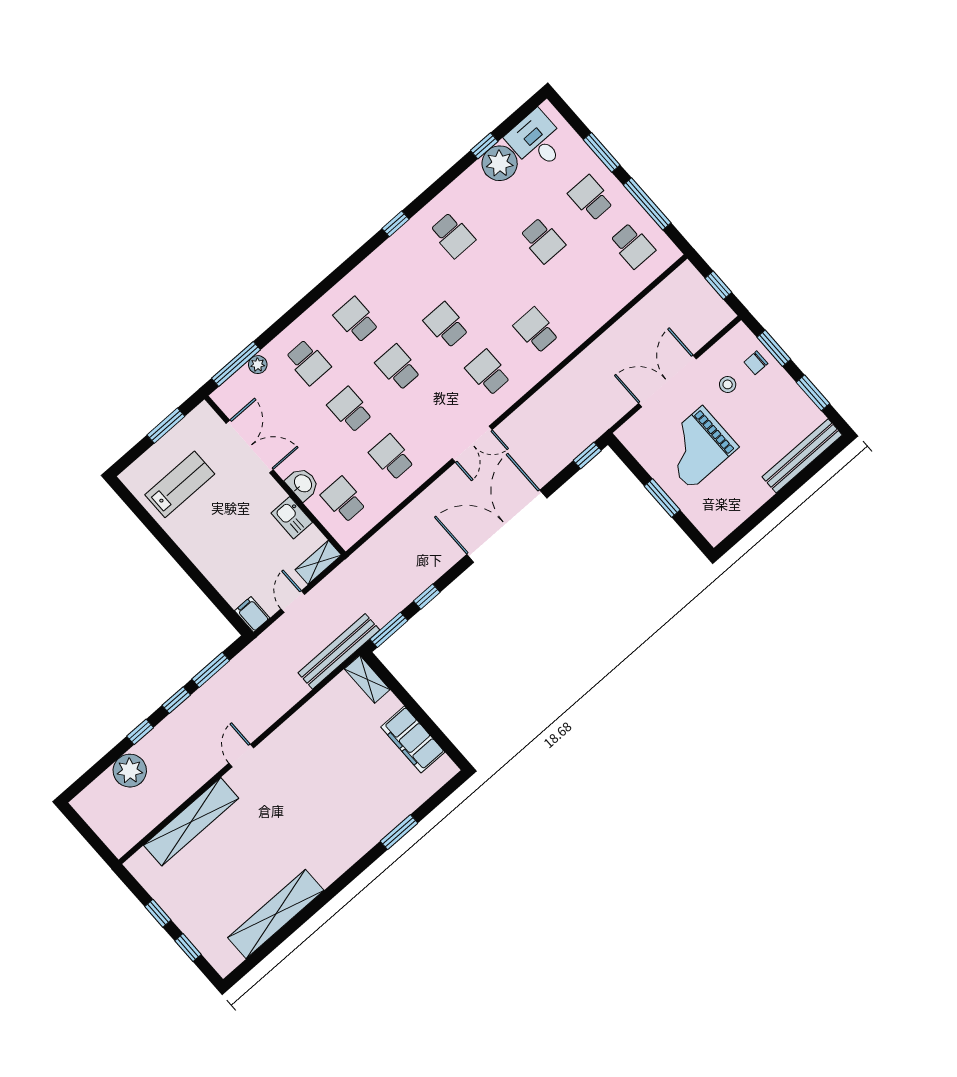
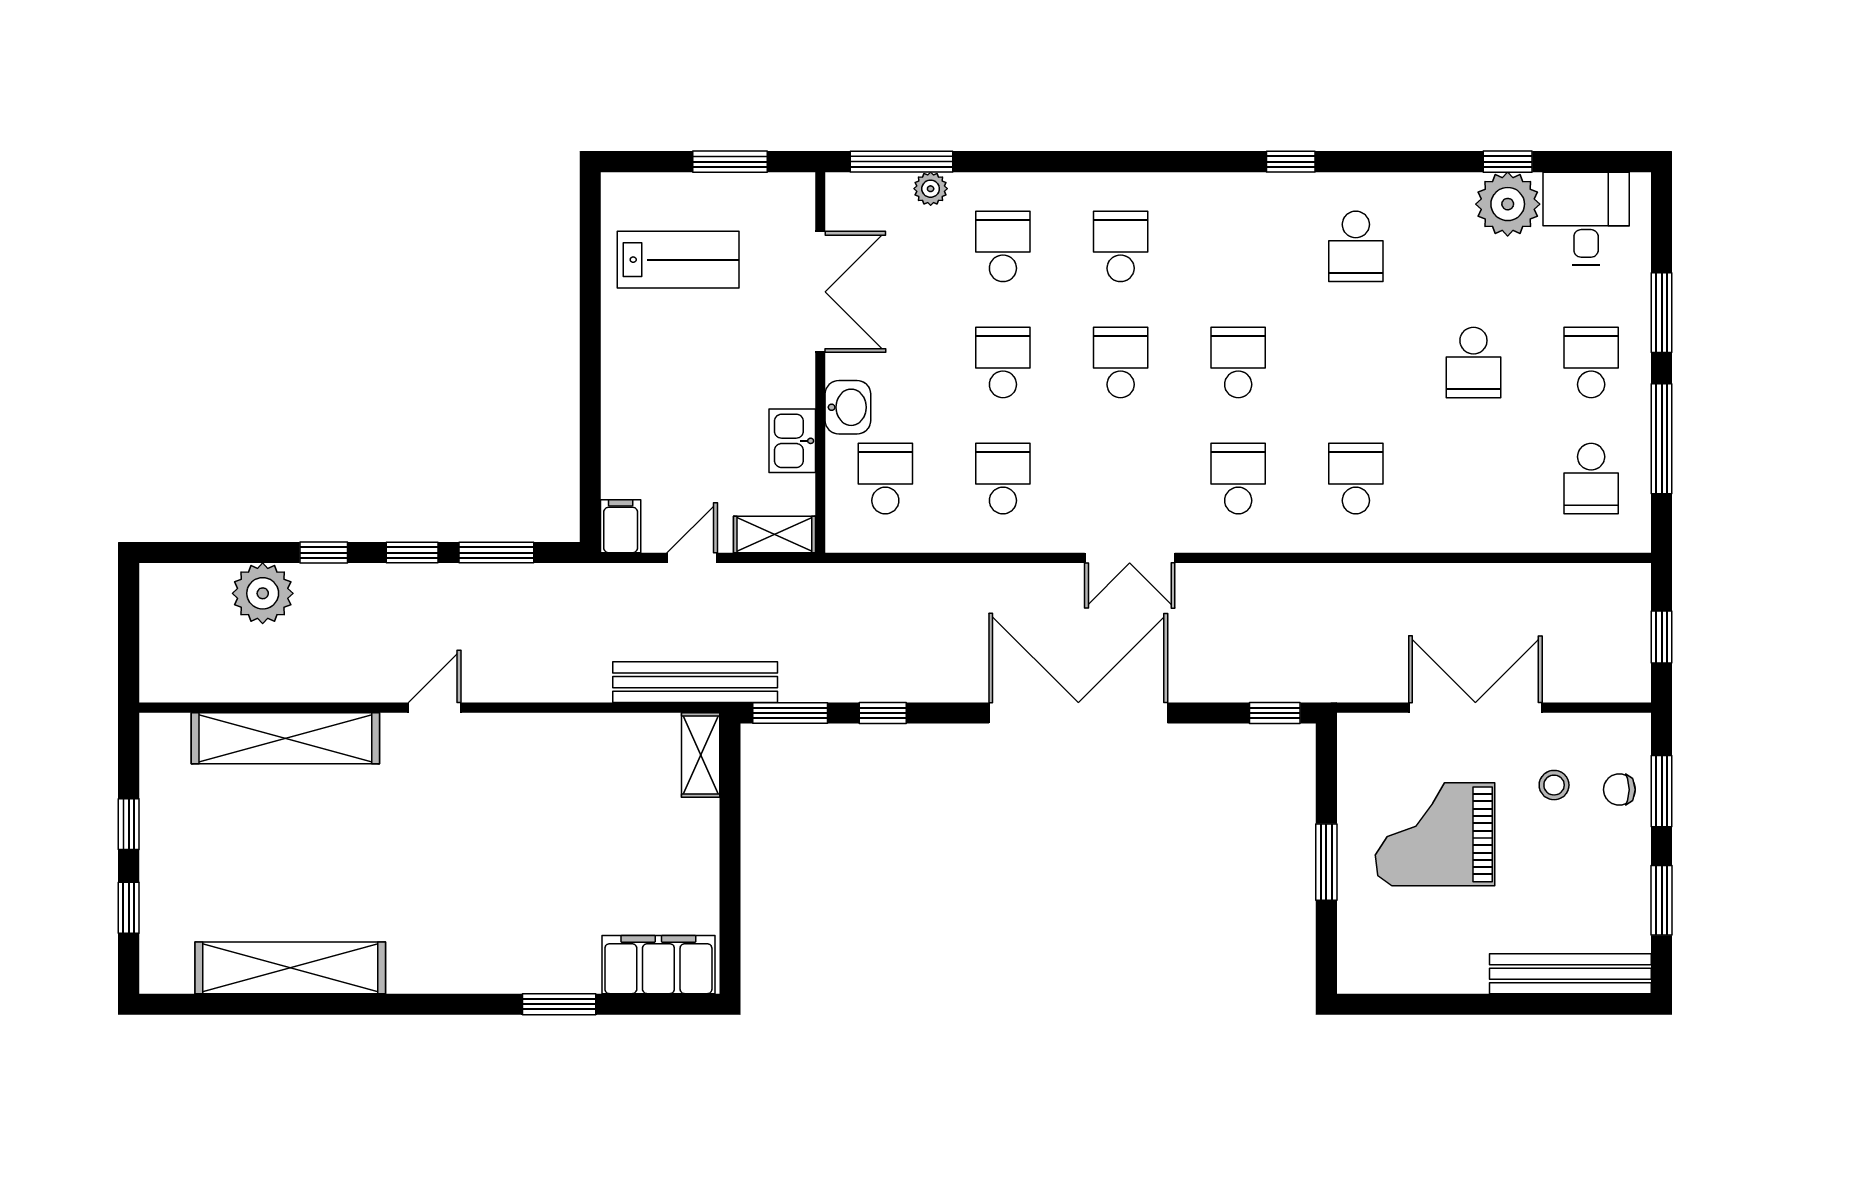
school desk: (308, 362) -> (1003, 246), turned 180
filing cabinet: (413, 739) -> (658, 965), moved, turned 90

